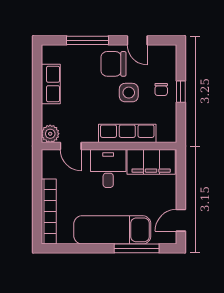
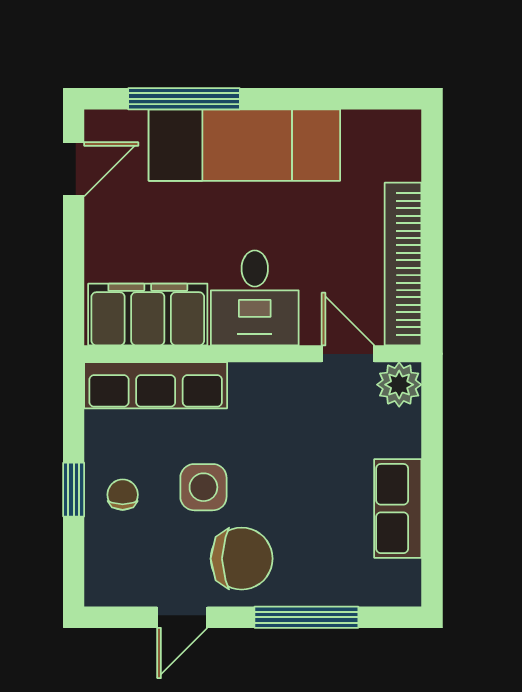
door: (137, 40) -> (182, 617), swing flipped
row of seats: (127, 133) -> (156, 385), moved
bookcase: (49, 212) -> (403, 264), moved

